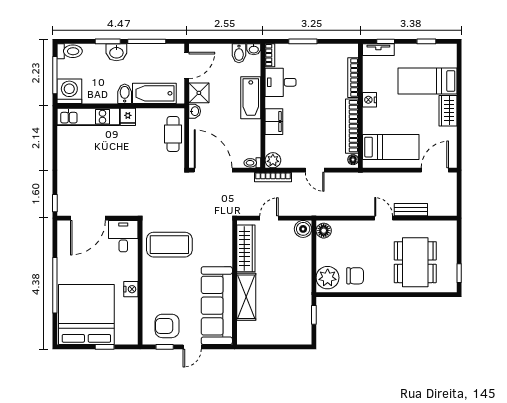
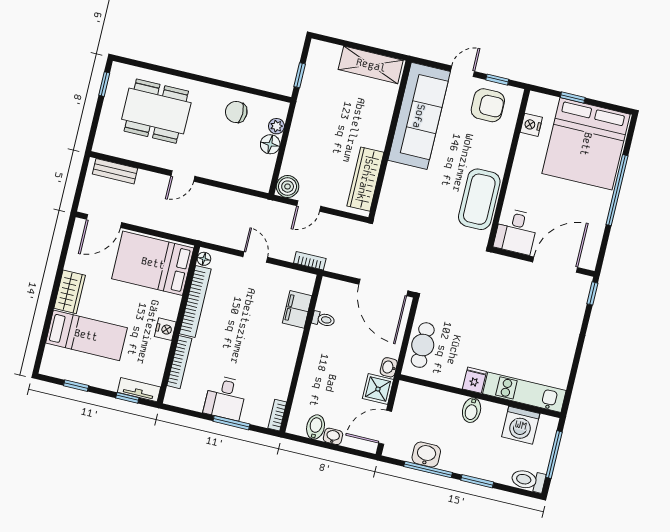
washbasin: (254, 49) -> (333, 436), moved
washbasin: (116, 52) -> (426, 455), moved
desk: (281, 82) -> (225, 398), moved, turned 90
washing machine: (69, 91) -> (521, 425), moved
bathtub: (154, 93) -> (434, 402), removed
bathtub: (251, 98) -> (314, 367), removed
filing cabinet: (274, 122) -> (297, 309), moved
bed: (391, 147) -> (153, 263), width x1.50
plant: (273, 160) -> (305, 282), removed
toilet: (252, 163) -> (323, 319), moved
bookcase: (273, 177) -> (310, 261), width x0.64
bench: (411, 210) -> (115, 171), moved
door: (269, 218) -> (309, 206), moved
door: (384, 218) -> (183, 176), hinge flipped
floor lamp: (324, 231) -> (270, 144), moved
coffee table: (169, 245) -> (479, 199), moved, turned 90
dining table: (415, 262) -> (156, 111), turned 90
plant: (328, 278) -> (276, 126), width x0.53, depth x0.53
nightstand: (131, 289) -> (531, 125), moved
shelving: (246, 297) -> (371, 65), moved, turned 90

